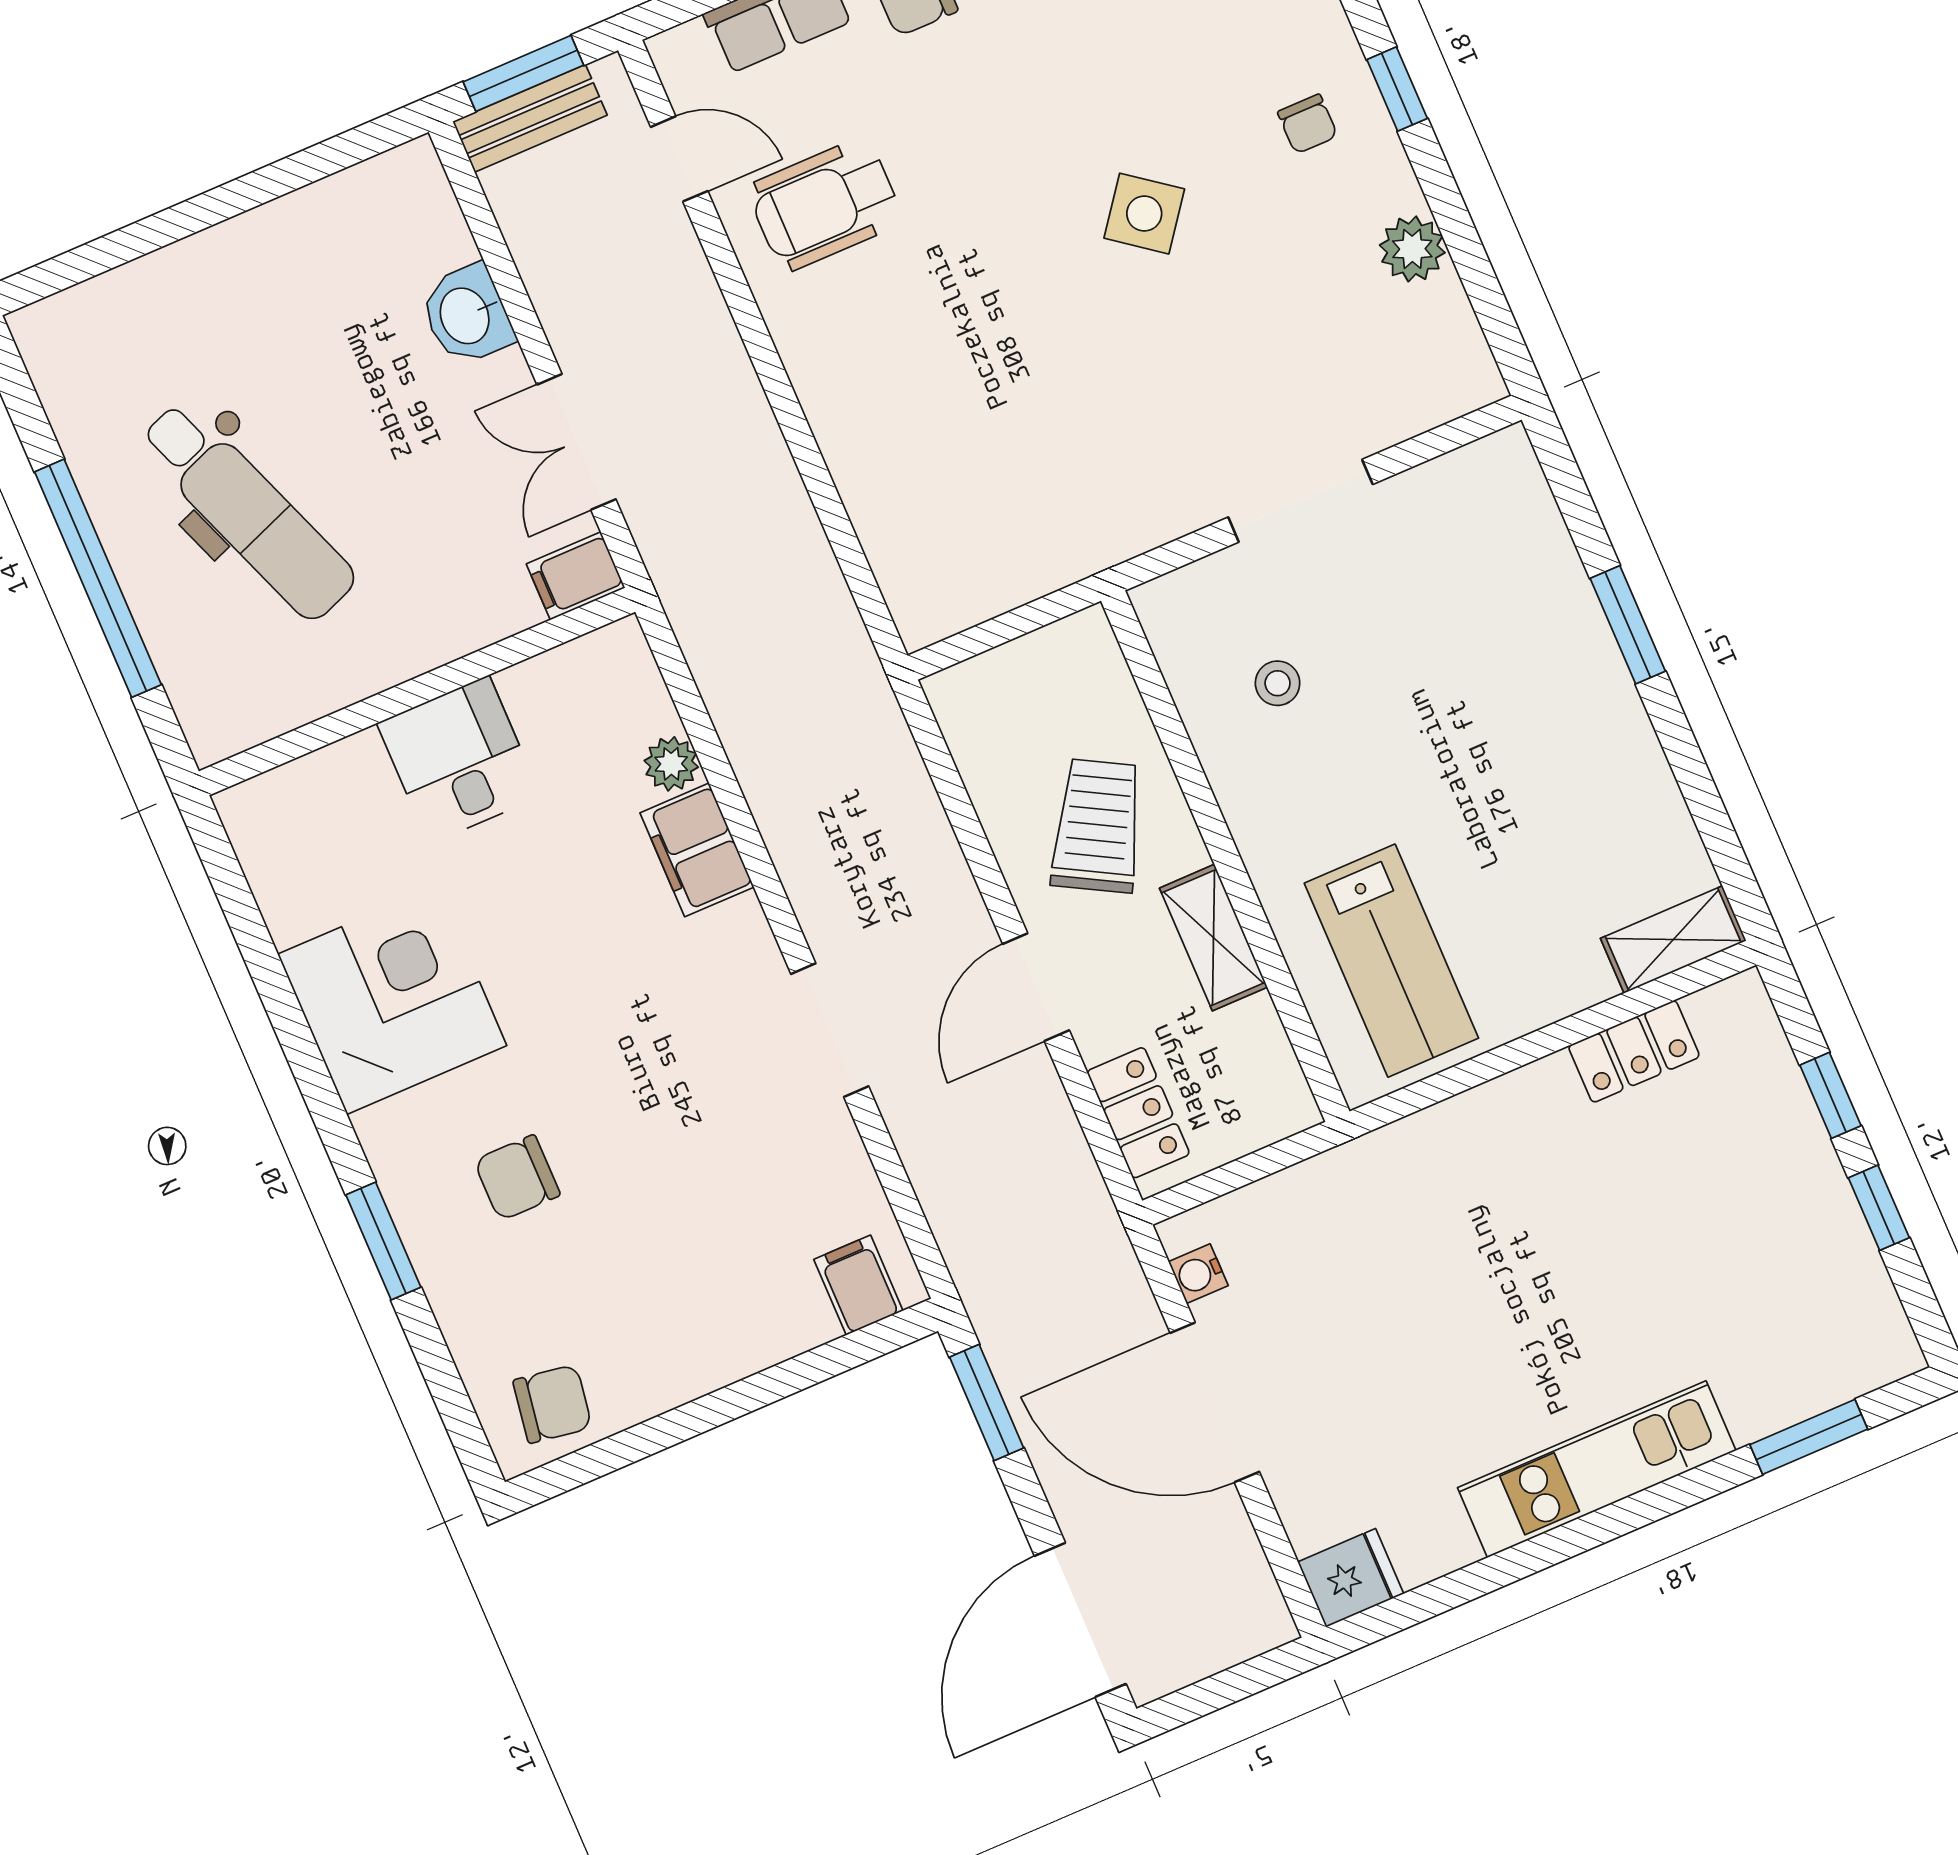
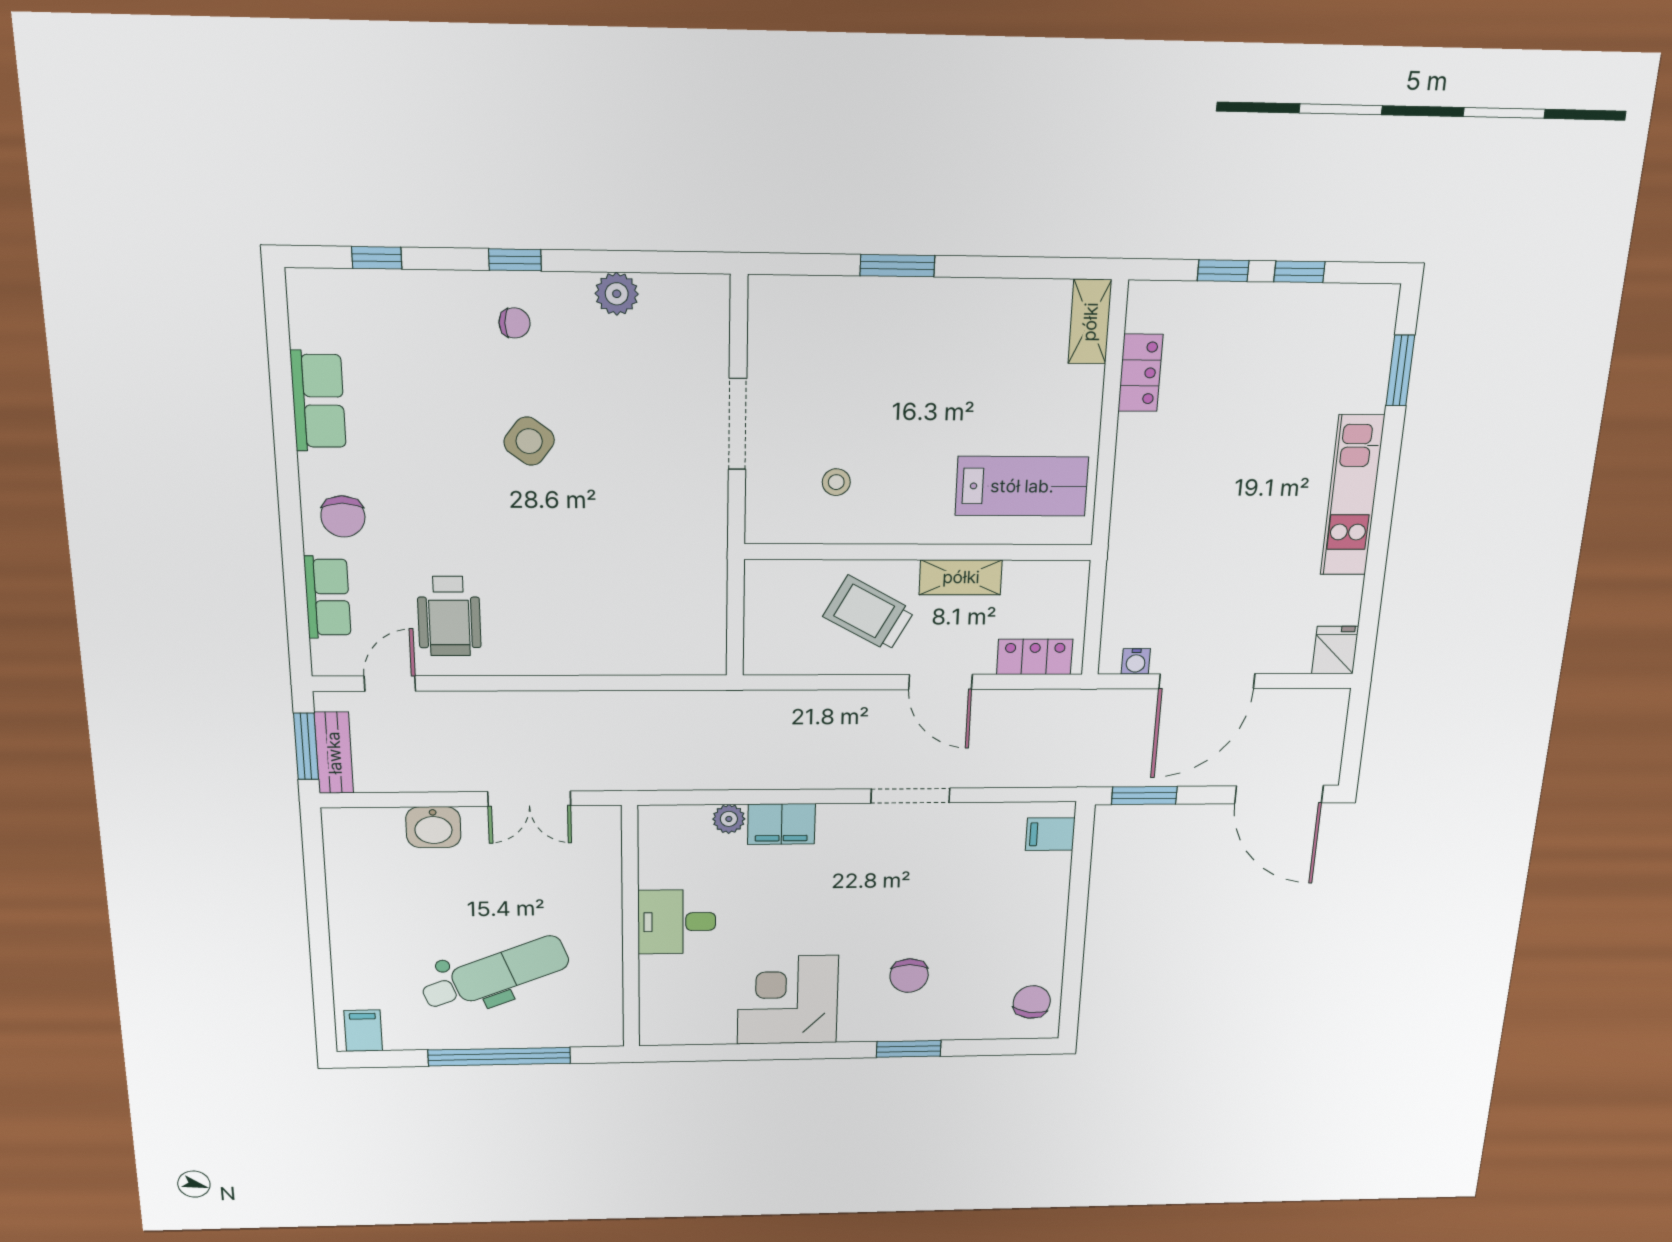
filing cabinet: (576, 576) -> (363, 1031), moved, turned 180

